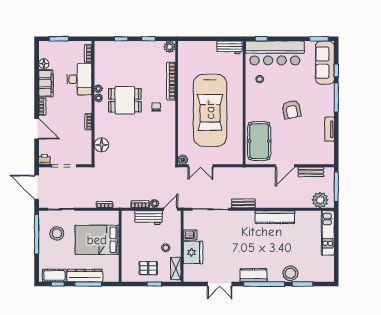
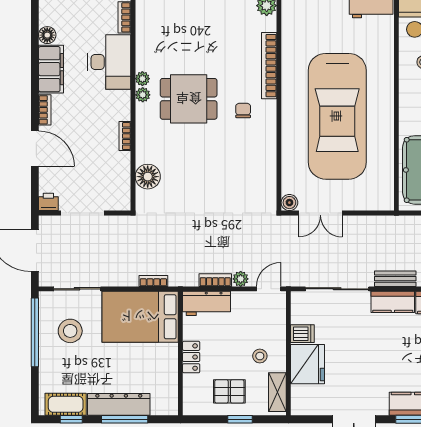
kitchen counter: (242, 217) -> (393, 302), added
workbench: (149, 218) -> (206, 303), moved
bed: (97, 240) -> (140, 317), moved
locker: (126, 248) -> (191, 357), added

